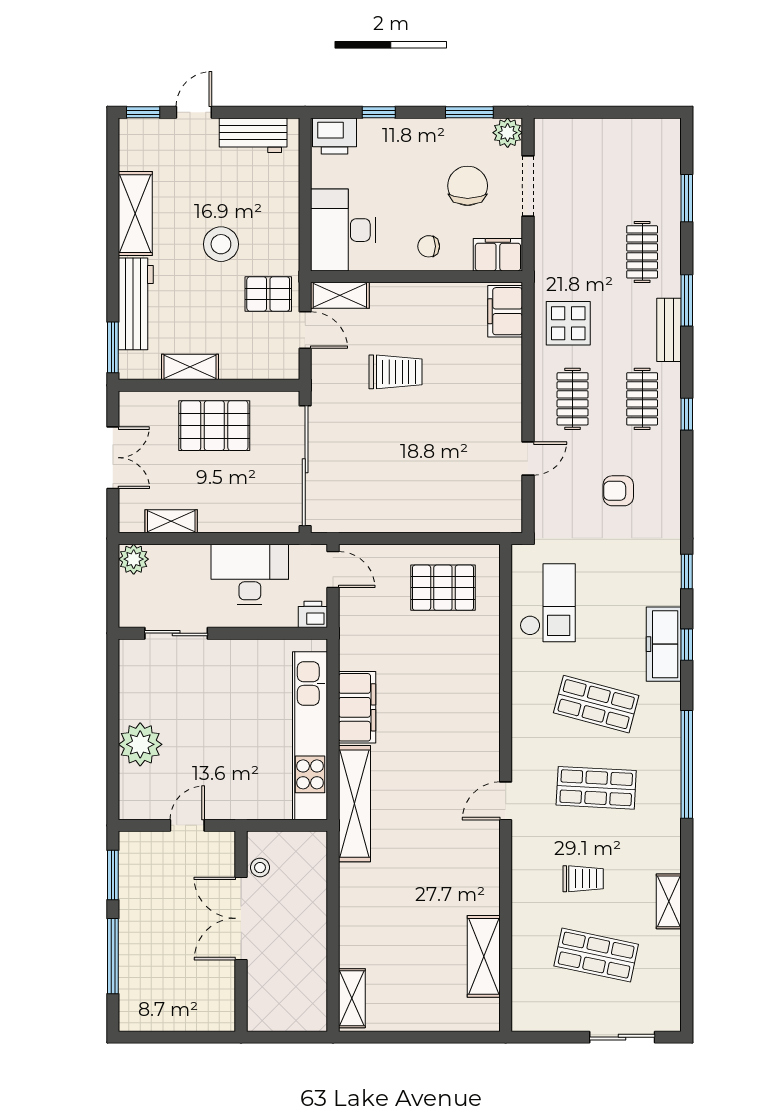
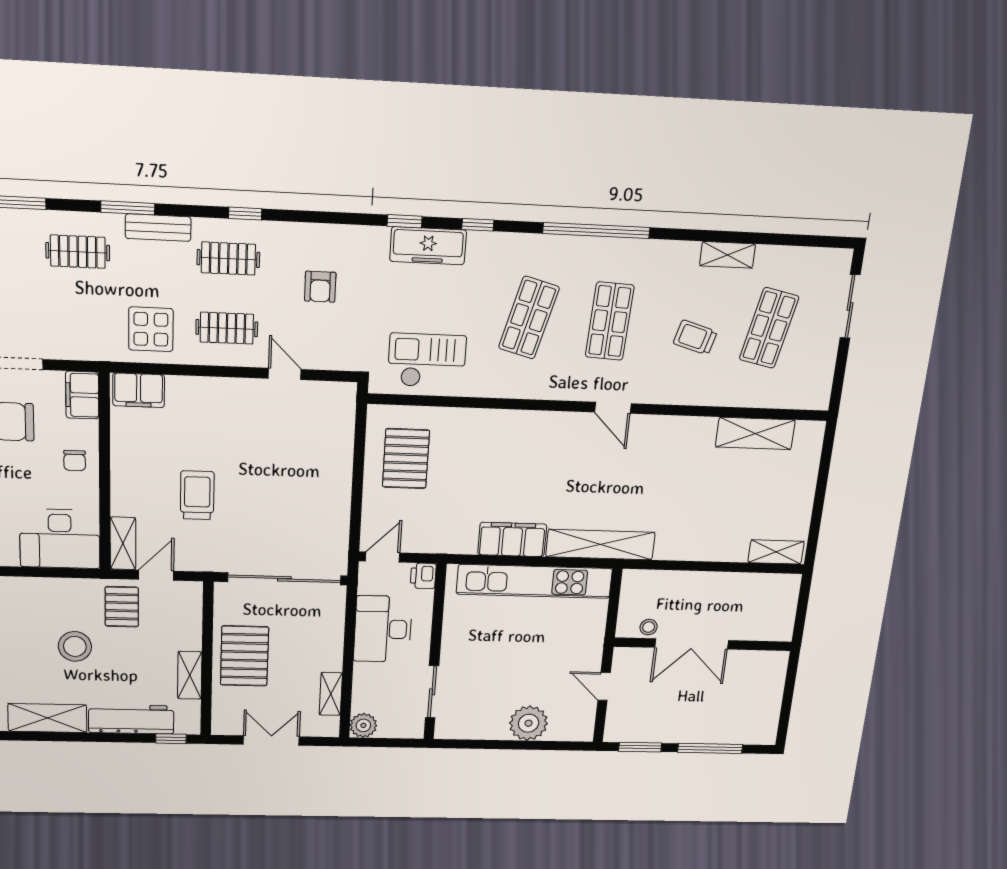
window: (113, 347) -> (171, 739), width x0.67
freezer: (664, 644) -> (428, 246), moved
trolley: (583, 879) -> (695, 337), turned -74

